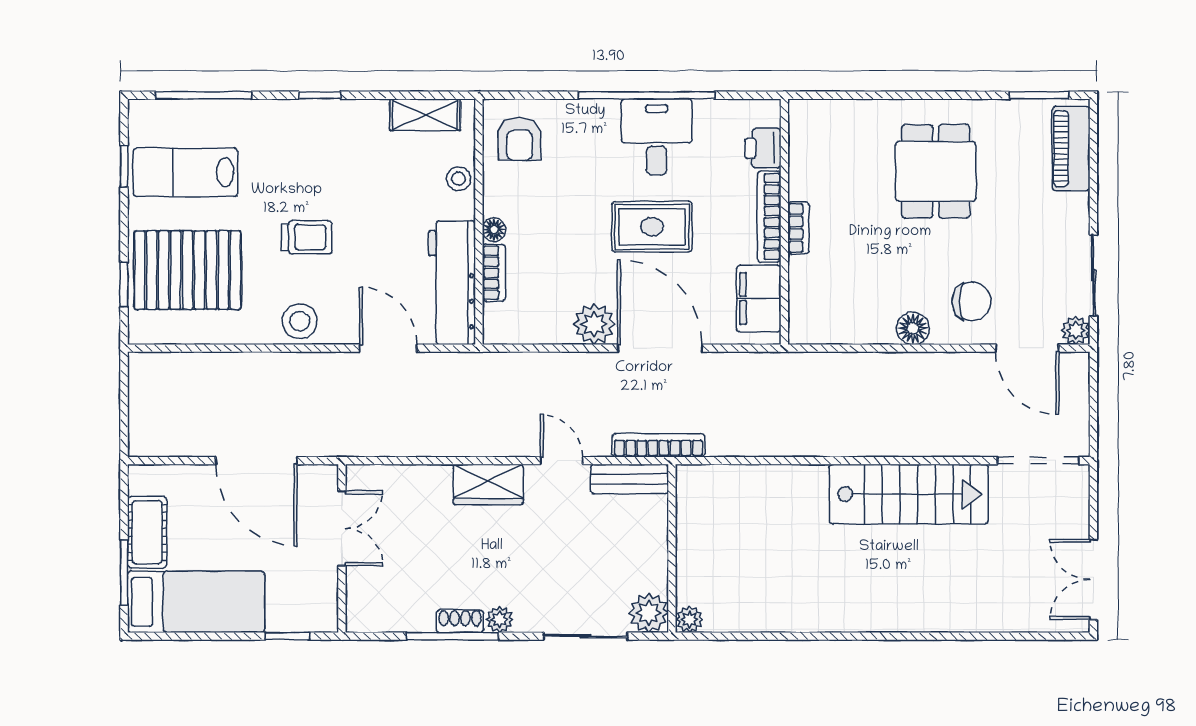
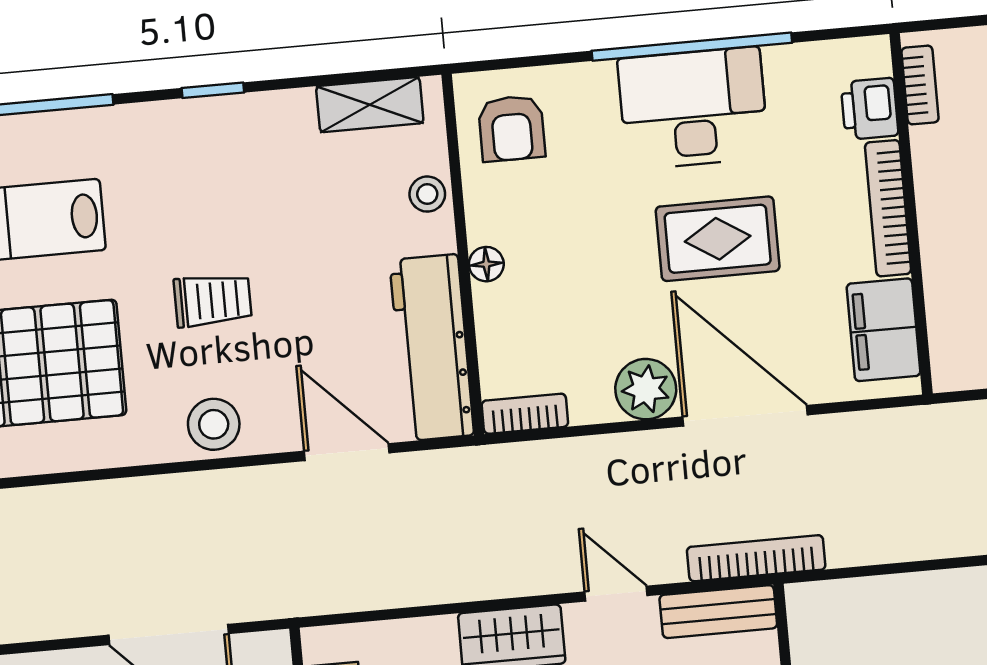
desk: (657, 137) -> (693, 108), width x1.37
bookcase: (798, 228) -> (920, 85), moved
bookcase: (494, 273) -> (525, 414), moved, turned -90

